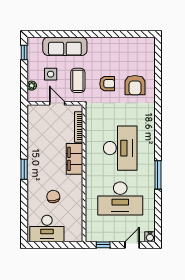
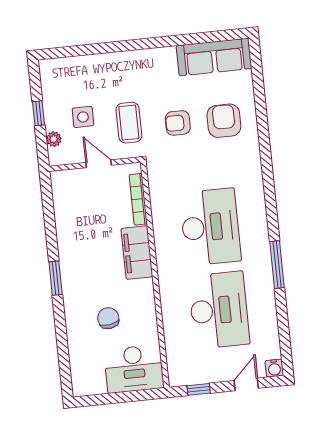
sofa: (65, 46) -> (214, 57), moved
window: (24, 52) -> (39, 113), moved
armchair: (107, 84) -> (178, 123), turned 180
armchair: (135, 85) -> (224, 121), turned 180
desk: (120, 199) -> (219, 310), turned -90
desk: (47, 229) -> (134, 369), moved

